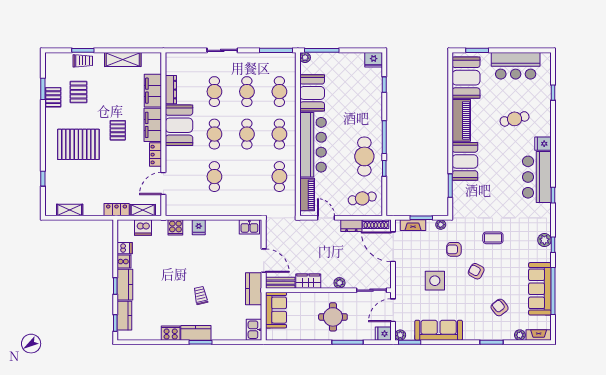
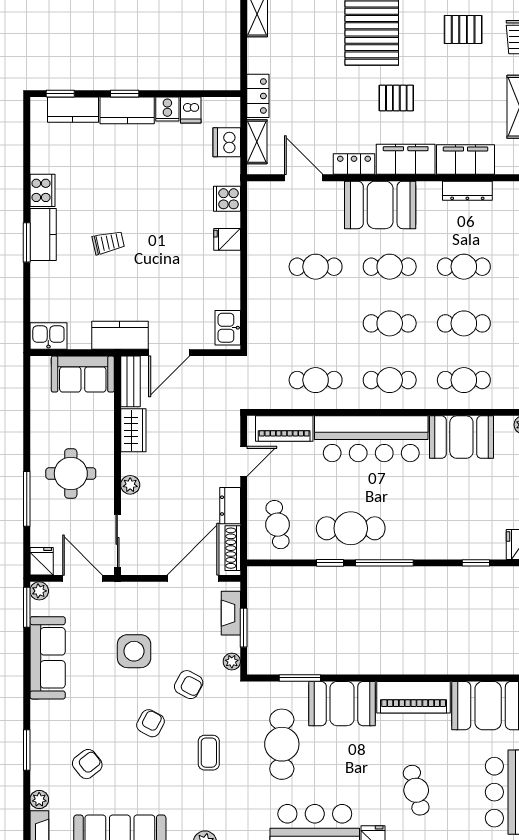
booth: (179, 125) -> (380, 205), moved
cafe table: (488, 196) -> (282, 744), added
armchair: (454, 249) -> (189, 685), turned 118

